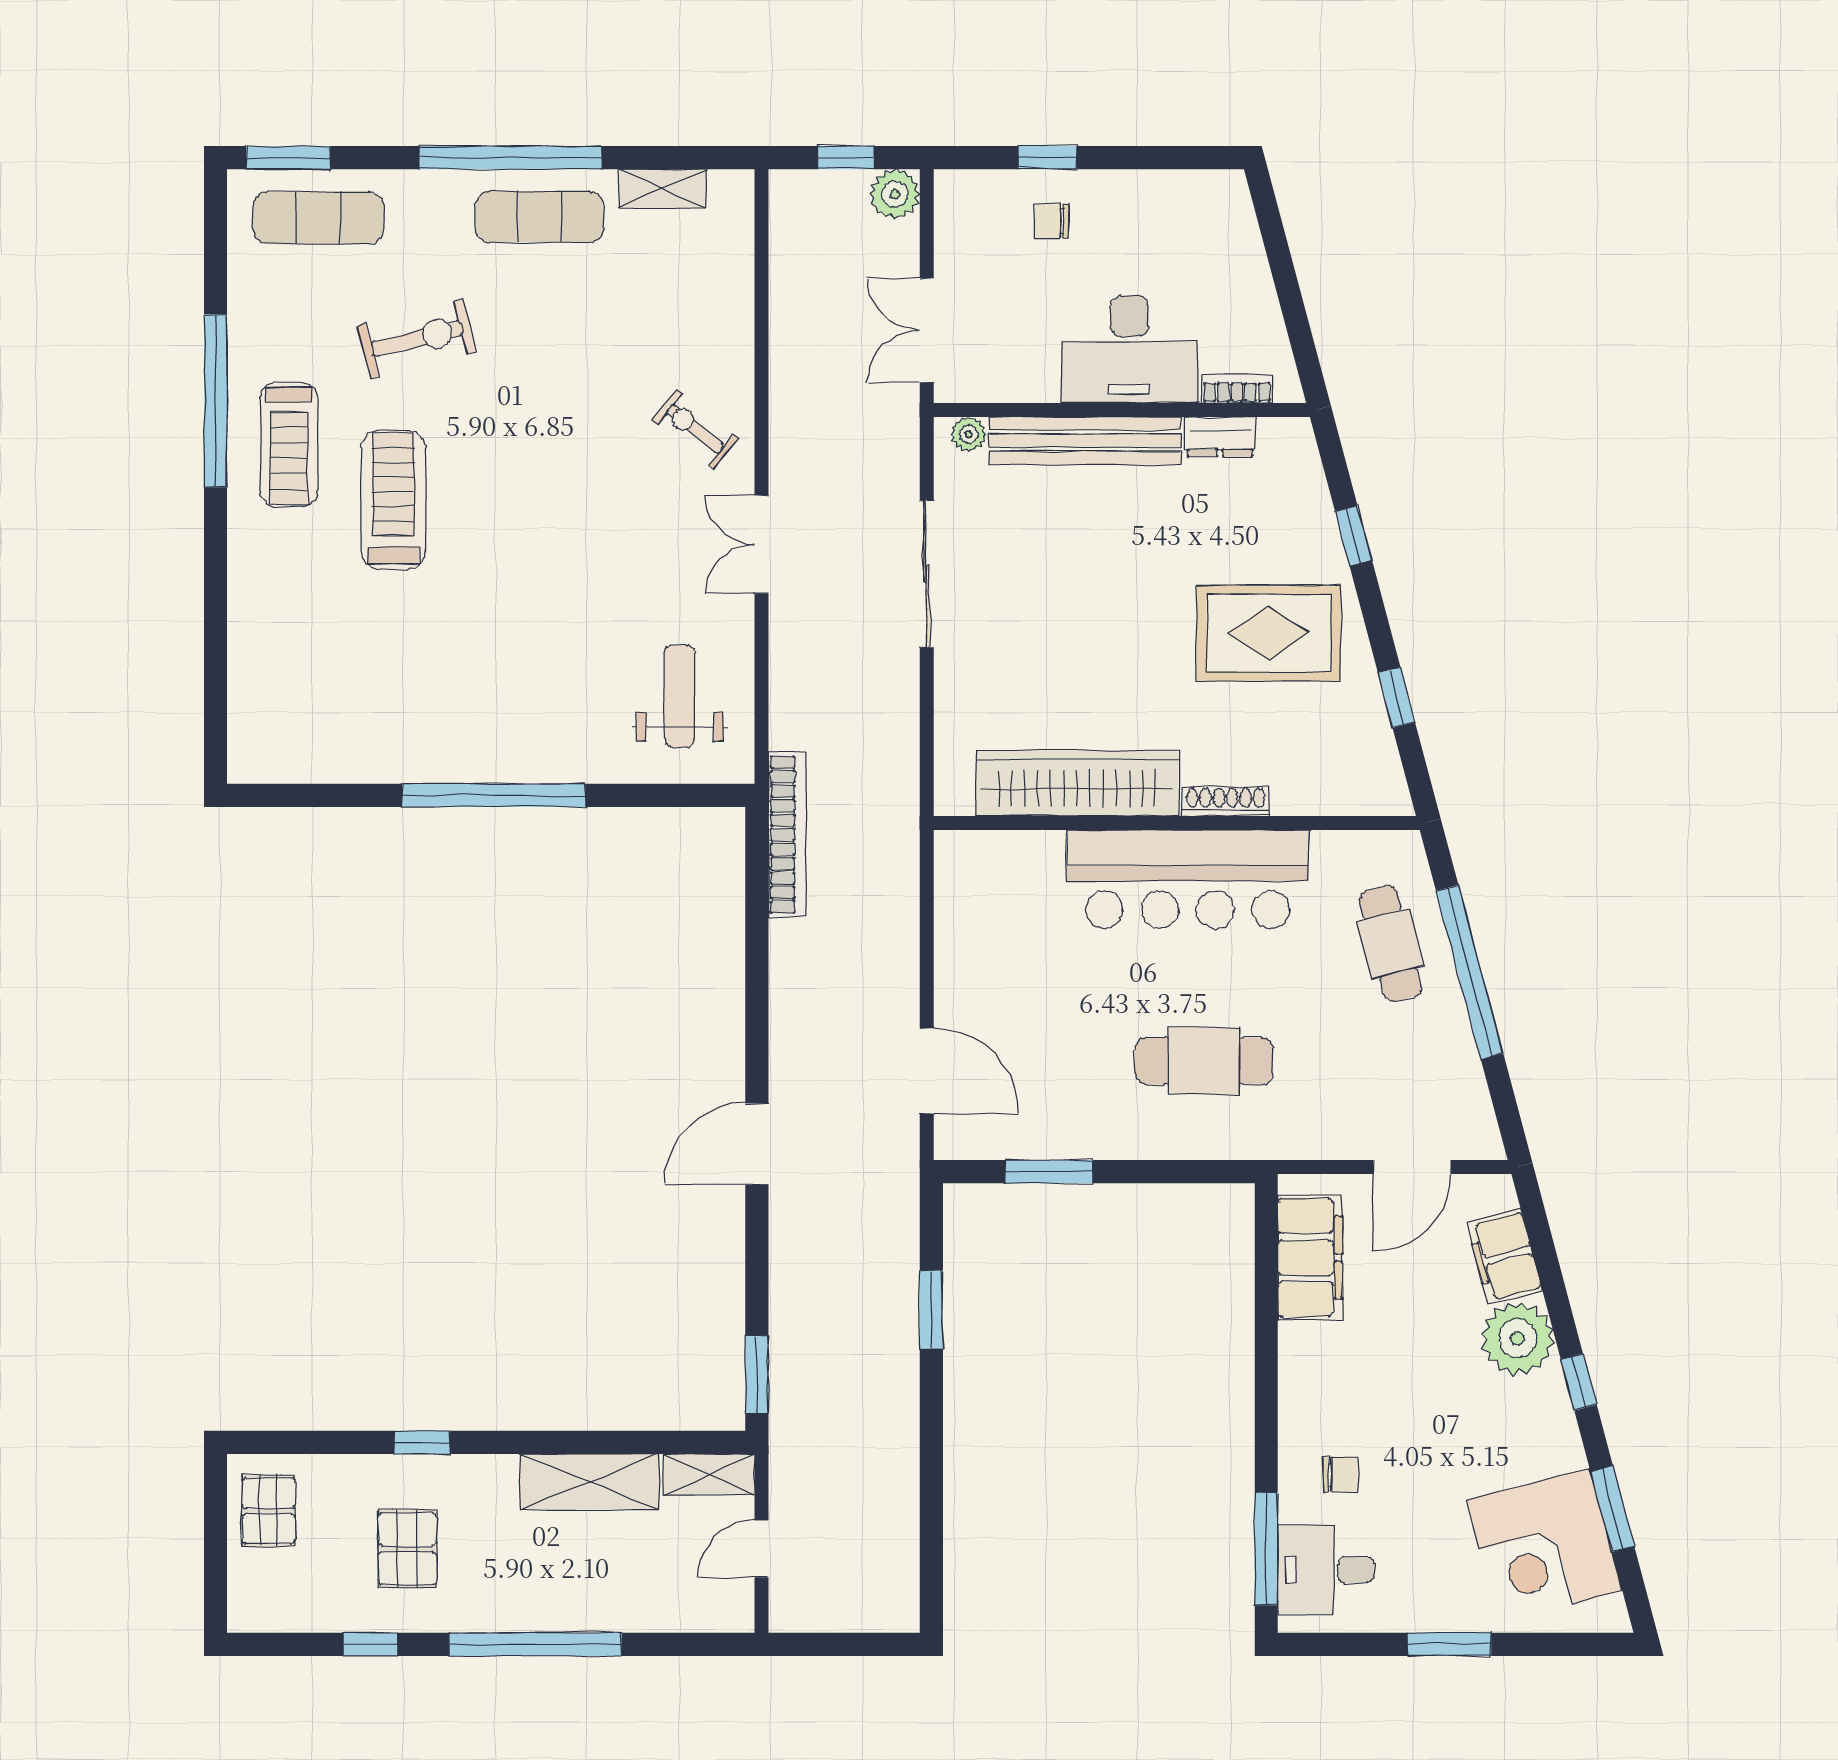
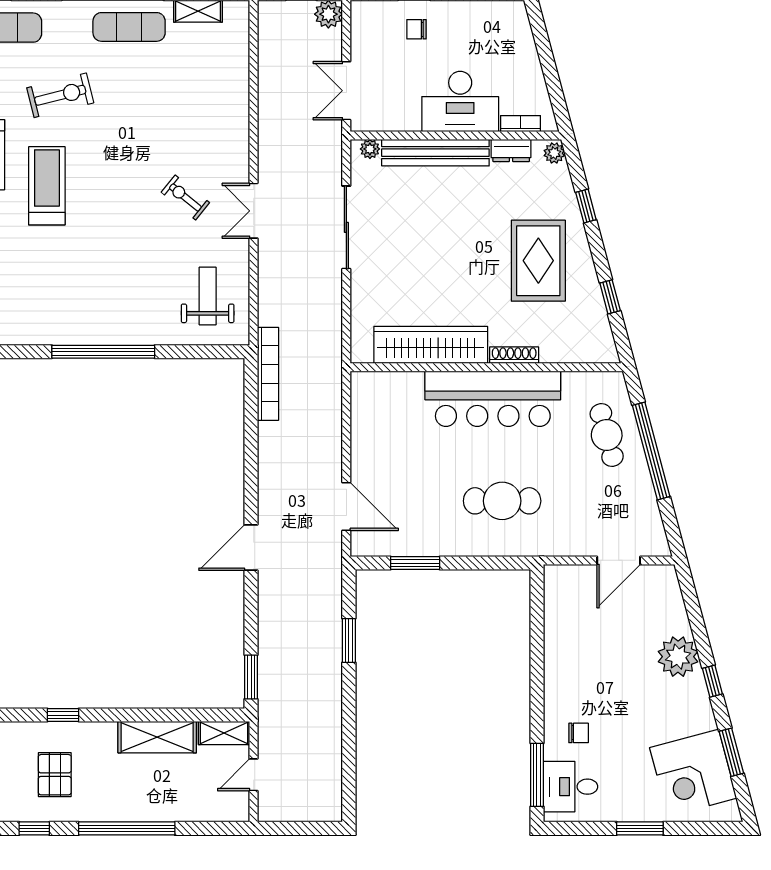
exercise bike: (695, 429) -> (185, 197), moved
plant: (1297, 441) -> (554, 153), added
rug: (1269, 633) -> (538, 261), turned 90
filing cabinet: (1504, 1257) -> (671, 611), removed
filing cabinet: (1310, 1258) -> (562, 611), removed

